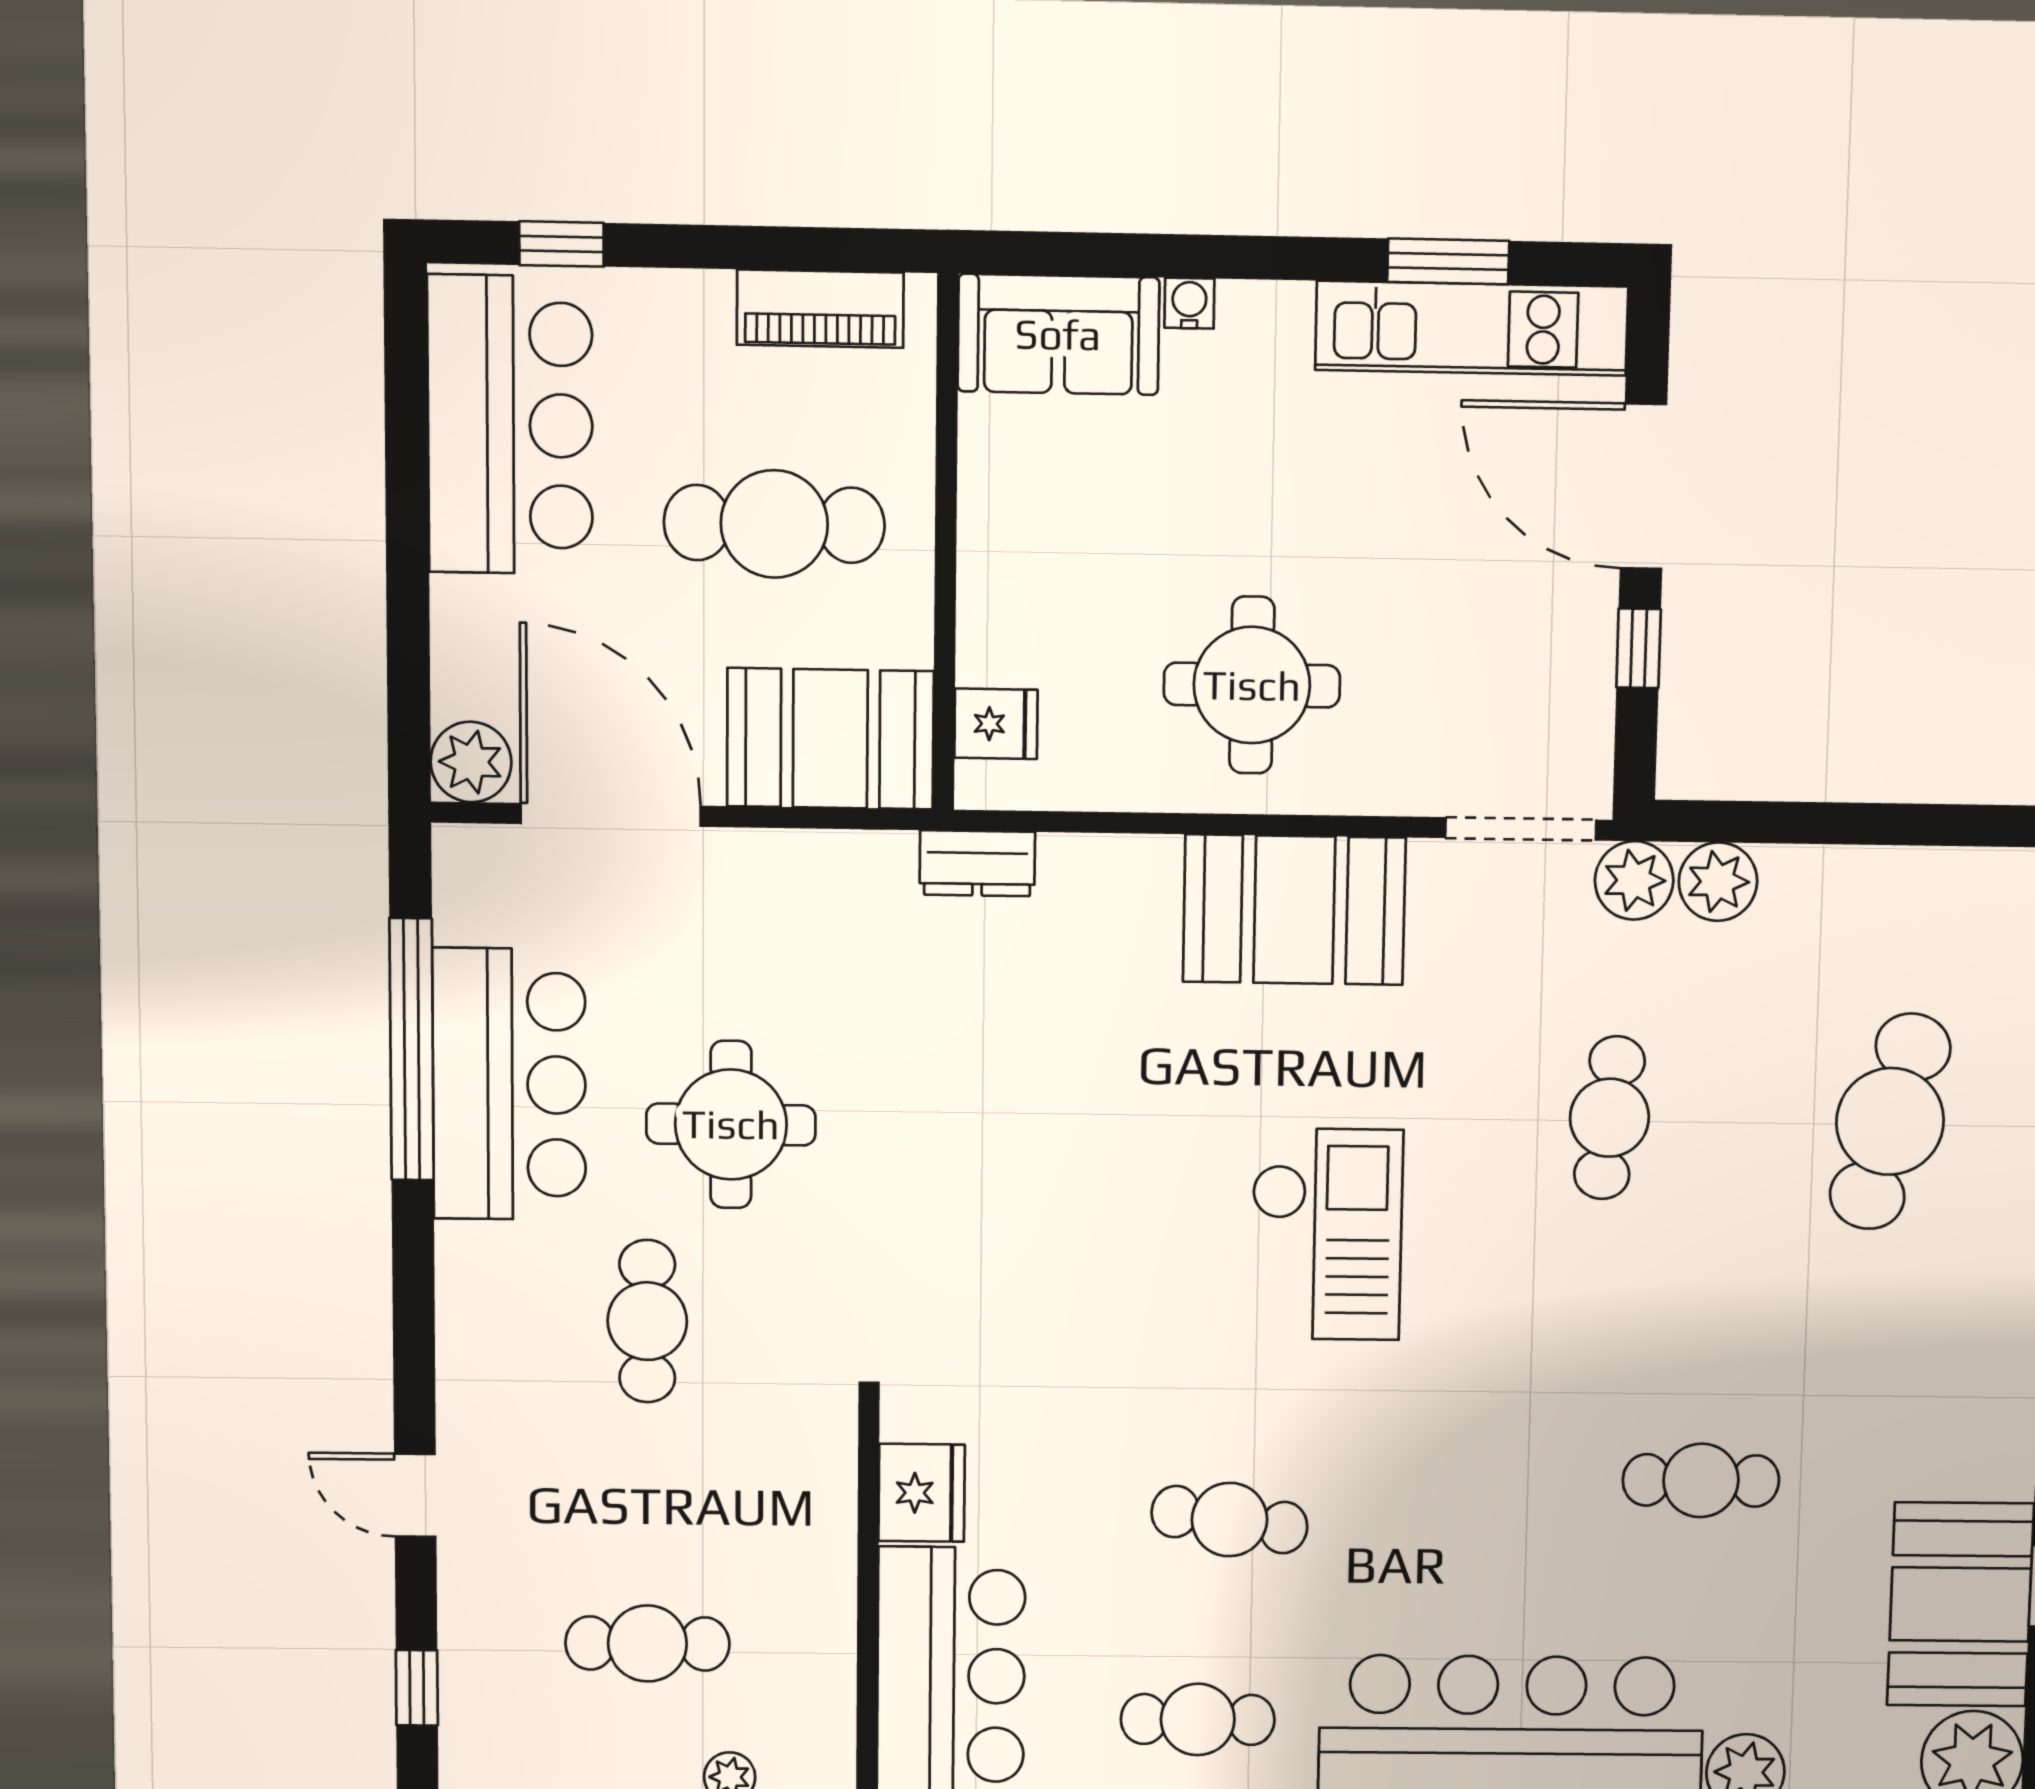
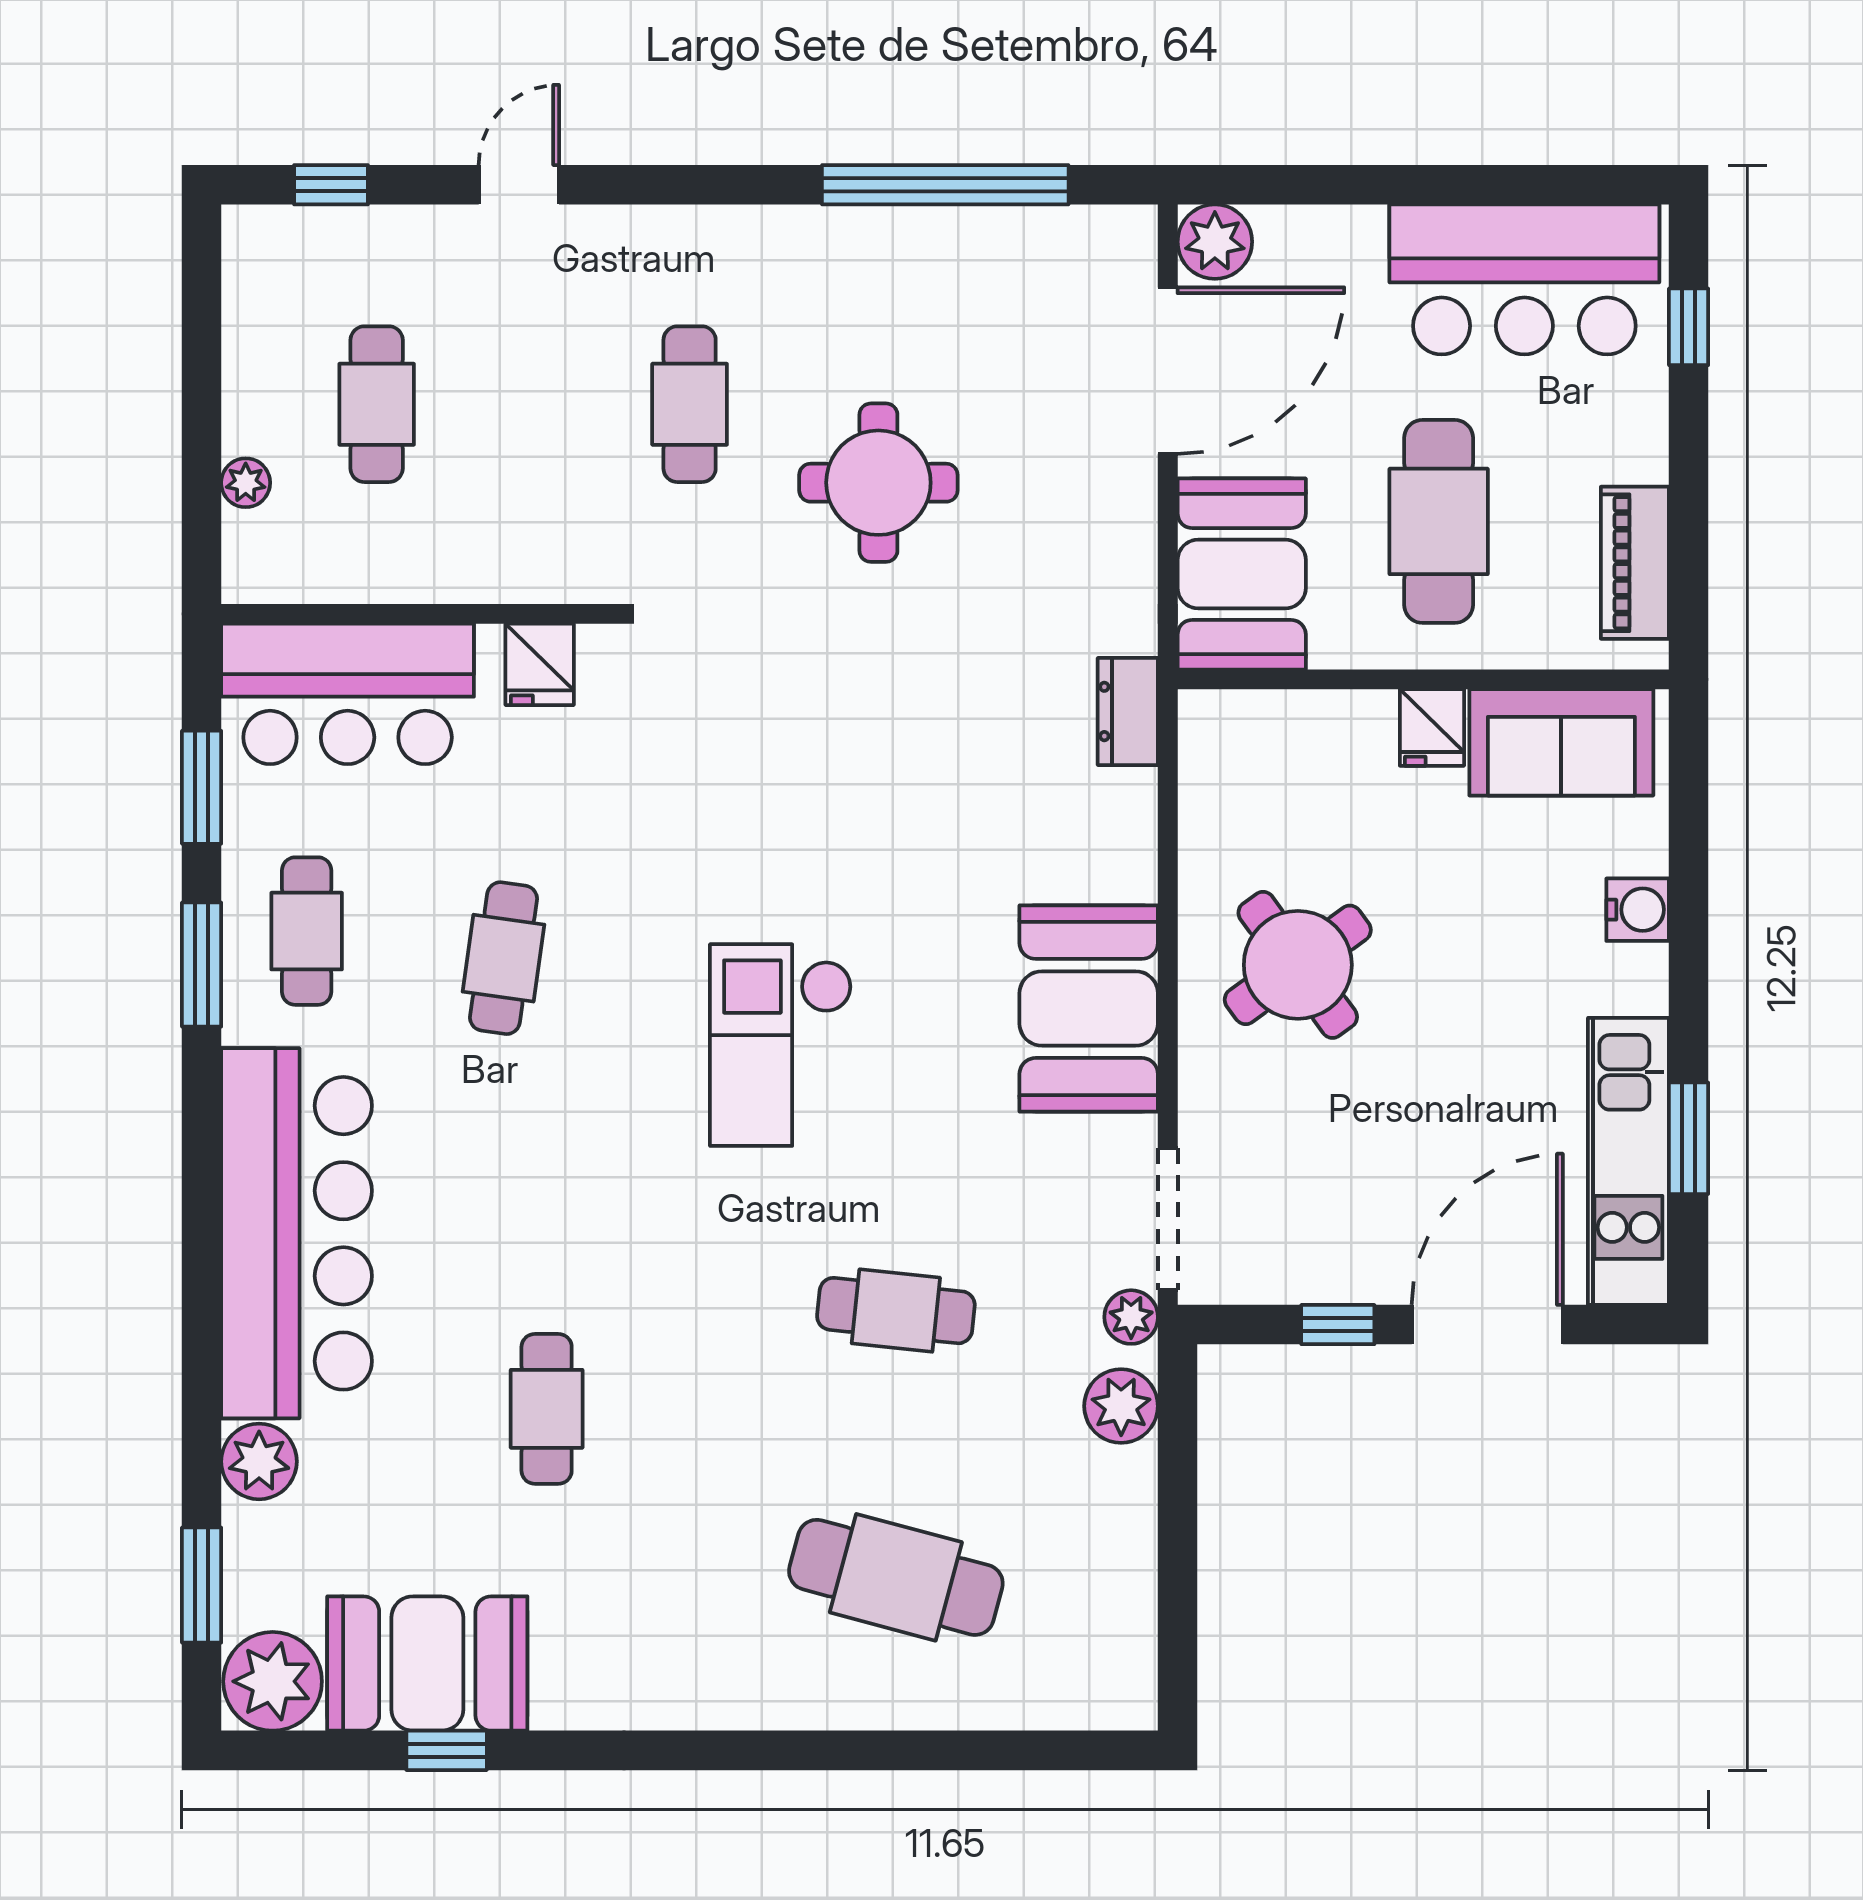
water cooler: (1189, 303) -> (1638, 910), width x1.38, depth x1.38
sofa: (1058, 334) -> (1561, 742), moved, turned -90
round table: (1252, 685) -> (1298, 965), turned -36
fridge: (996, 724) -> (1432, 727), moved
plant: (1634, 880) -> (1131, 1317), width x0.73, depth x0.73
bar counter: (509, 1084) -> (914, 276), removed
checkout: (1326, 1234) -> (781, 1045), turned 90
cafe table: (647, 1321) -> (690, 404), turned 90
fridge: (922, 1493) -> (540, 664), width x0.72

